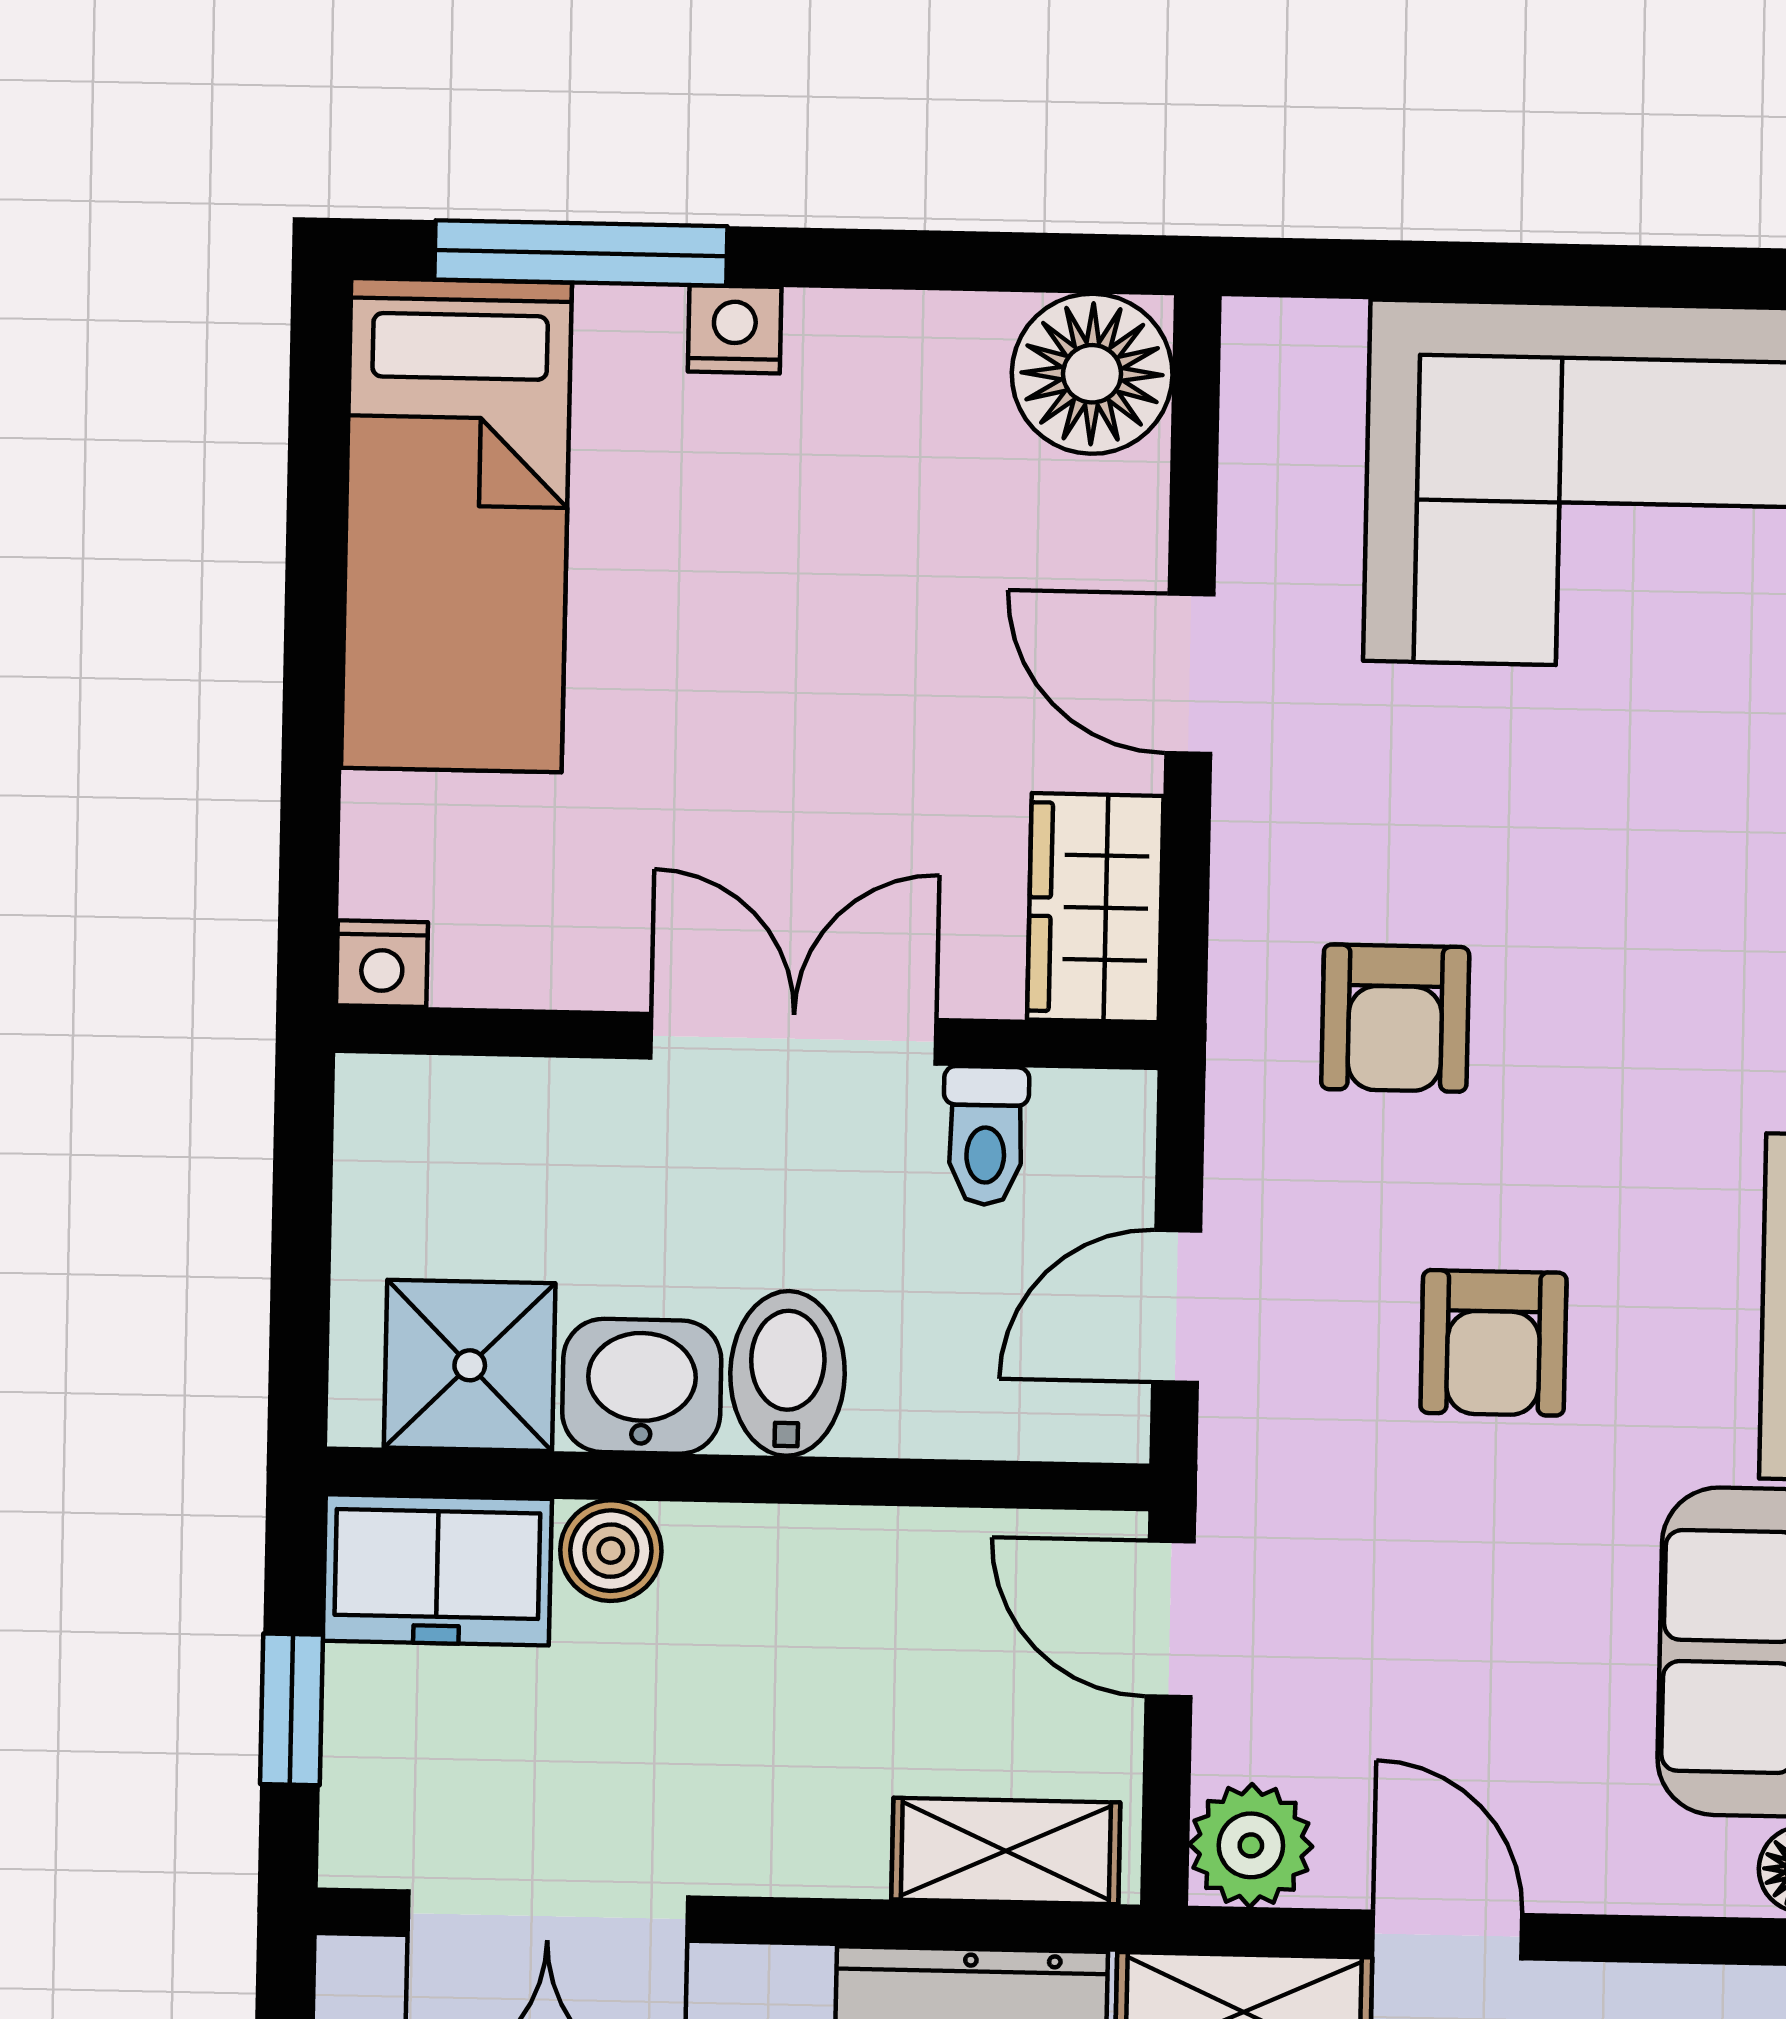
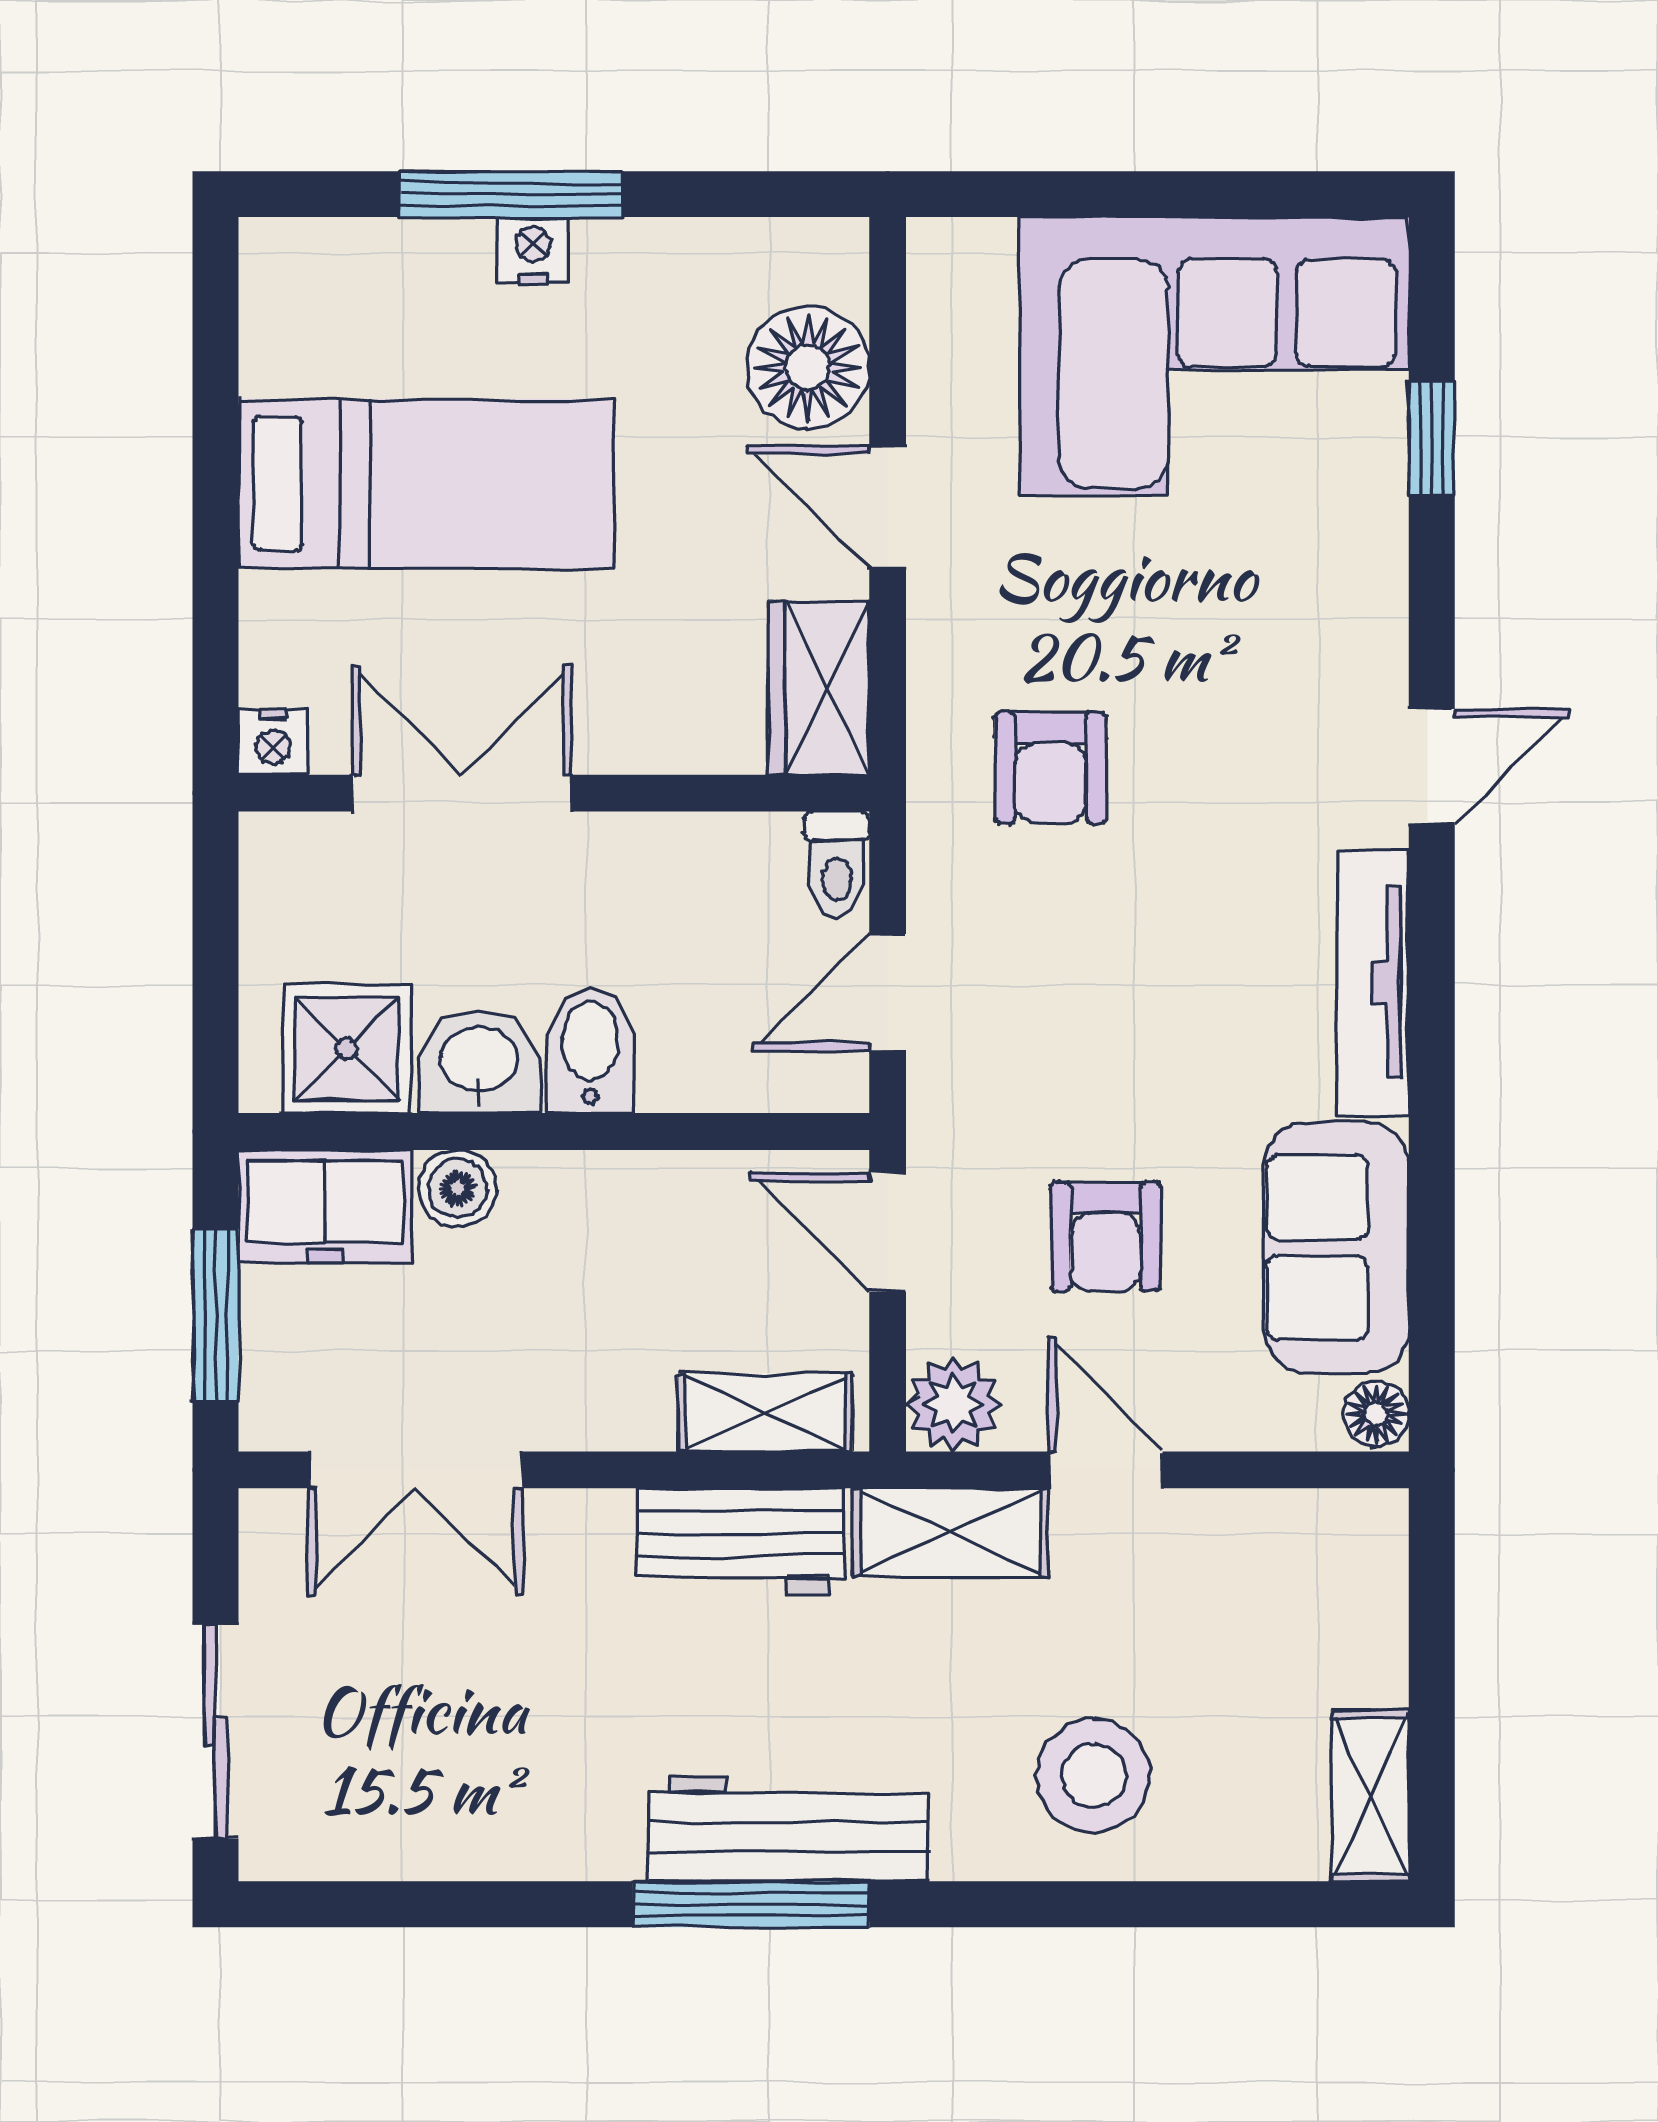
window: (581, 253) -> (511, 194), moved
floor lamp: (1092, 374) -> (808, 367), moved
bed: (456, 525) -> (426, 483), moved, turned -90
double door: (794, 1039) -> (462, 793), moved
toilet: (986, 1136) -> (837, 864), moved
armchair: (1493, 1343) -> (1106, 1237), moved
window: (292, 1709) -> (216, 1315), width x1.50

